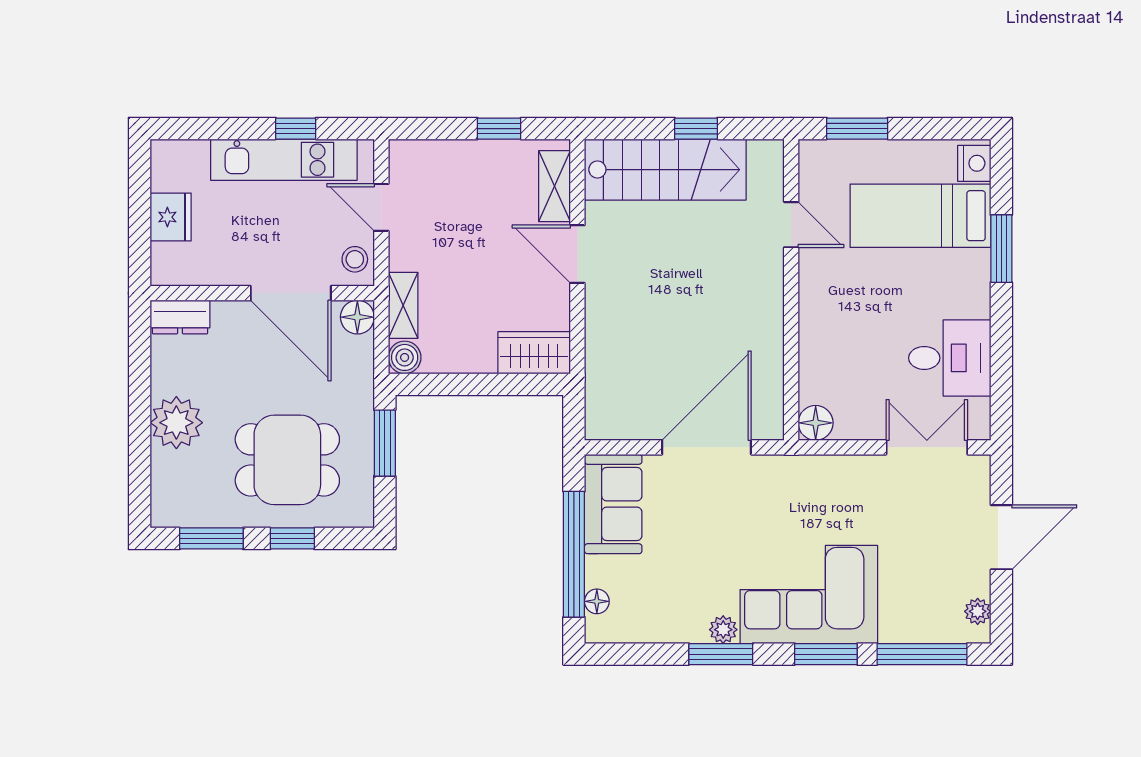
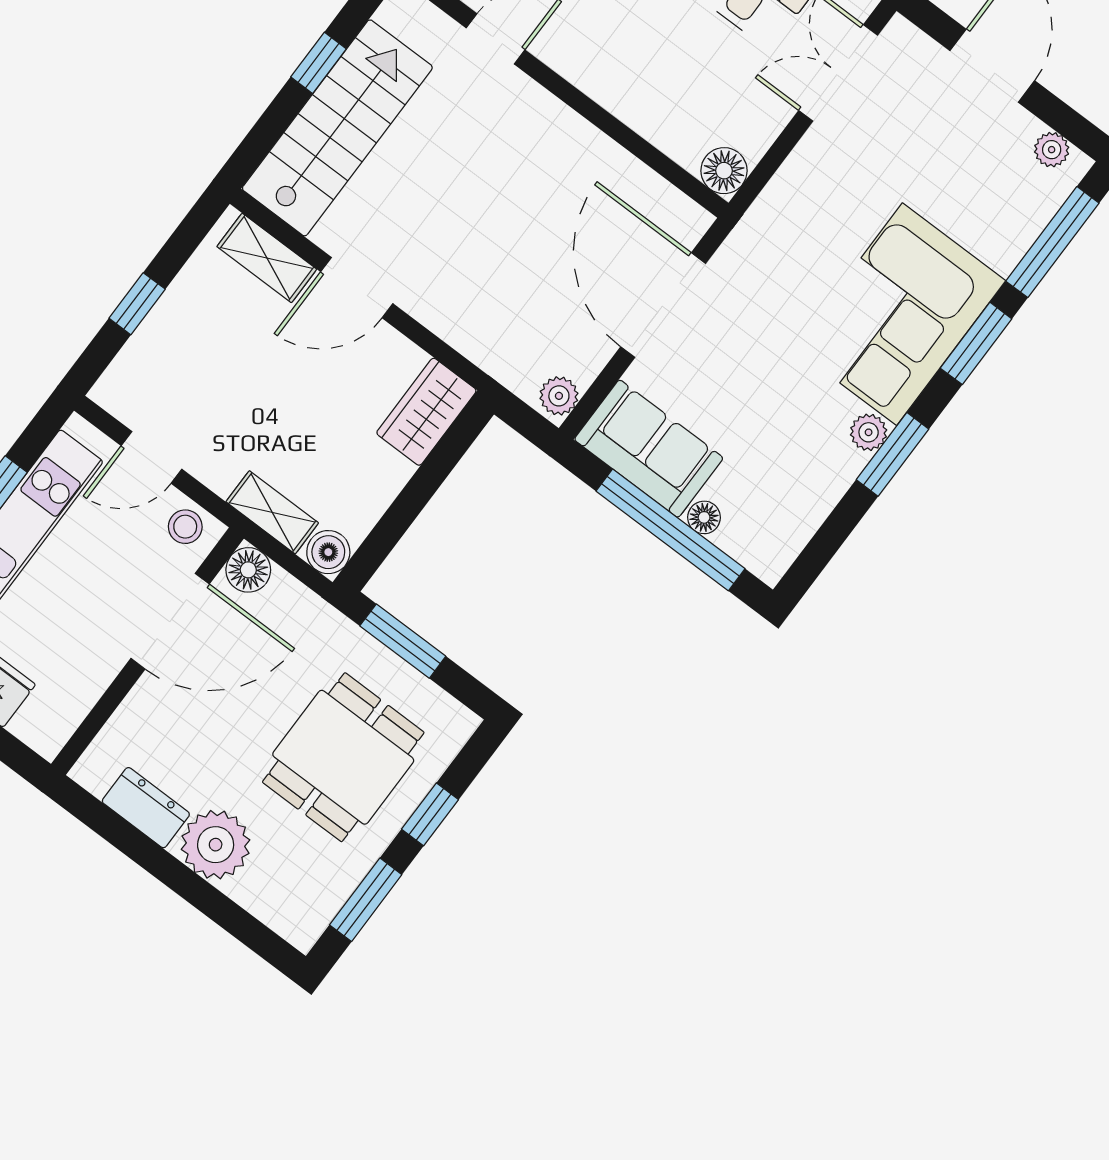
window: (499, 129) -> (137, 304), moved
dresser: (180, 317) -> (146, 808), moved, turned -90
plant: (604, 426) -> (559, 396), added
floor lamp: (597, 601) -> (704, 517), moved

